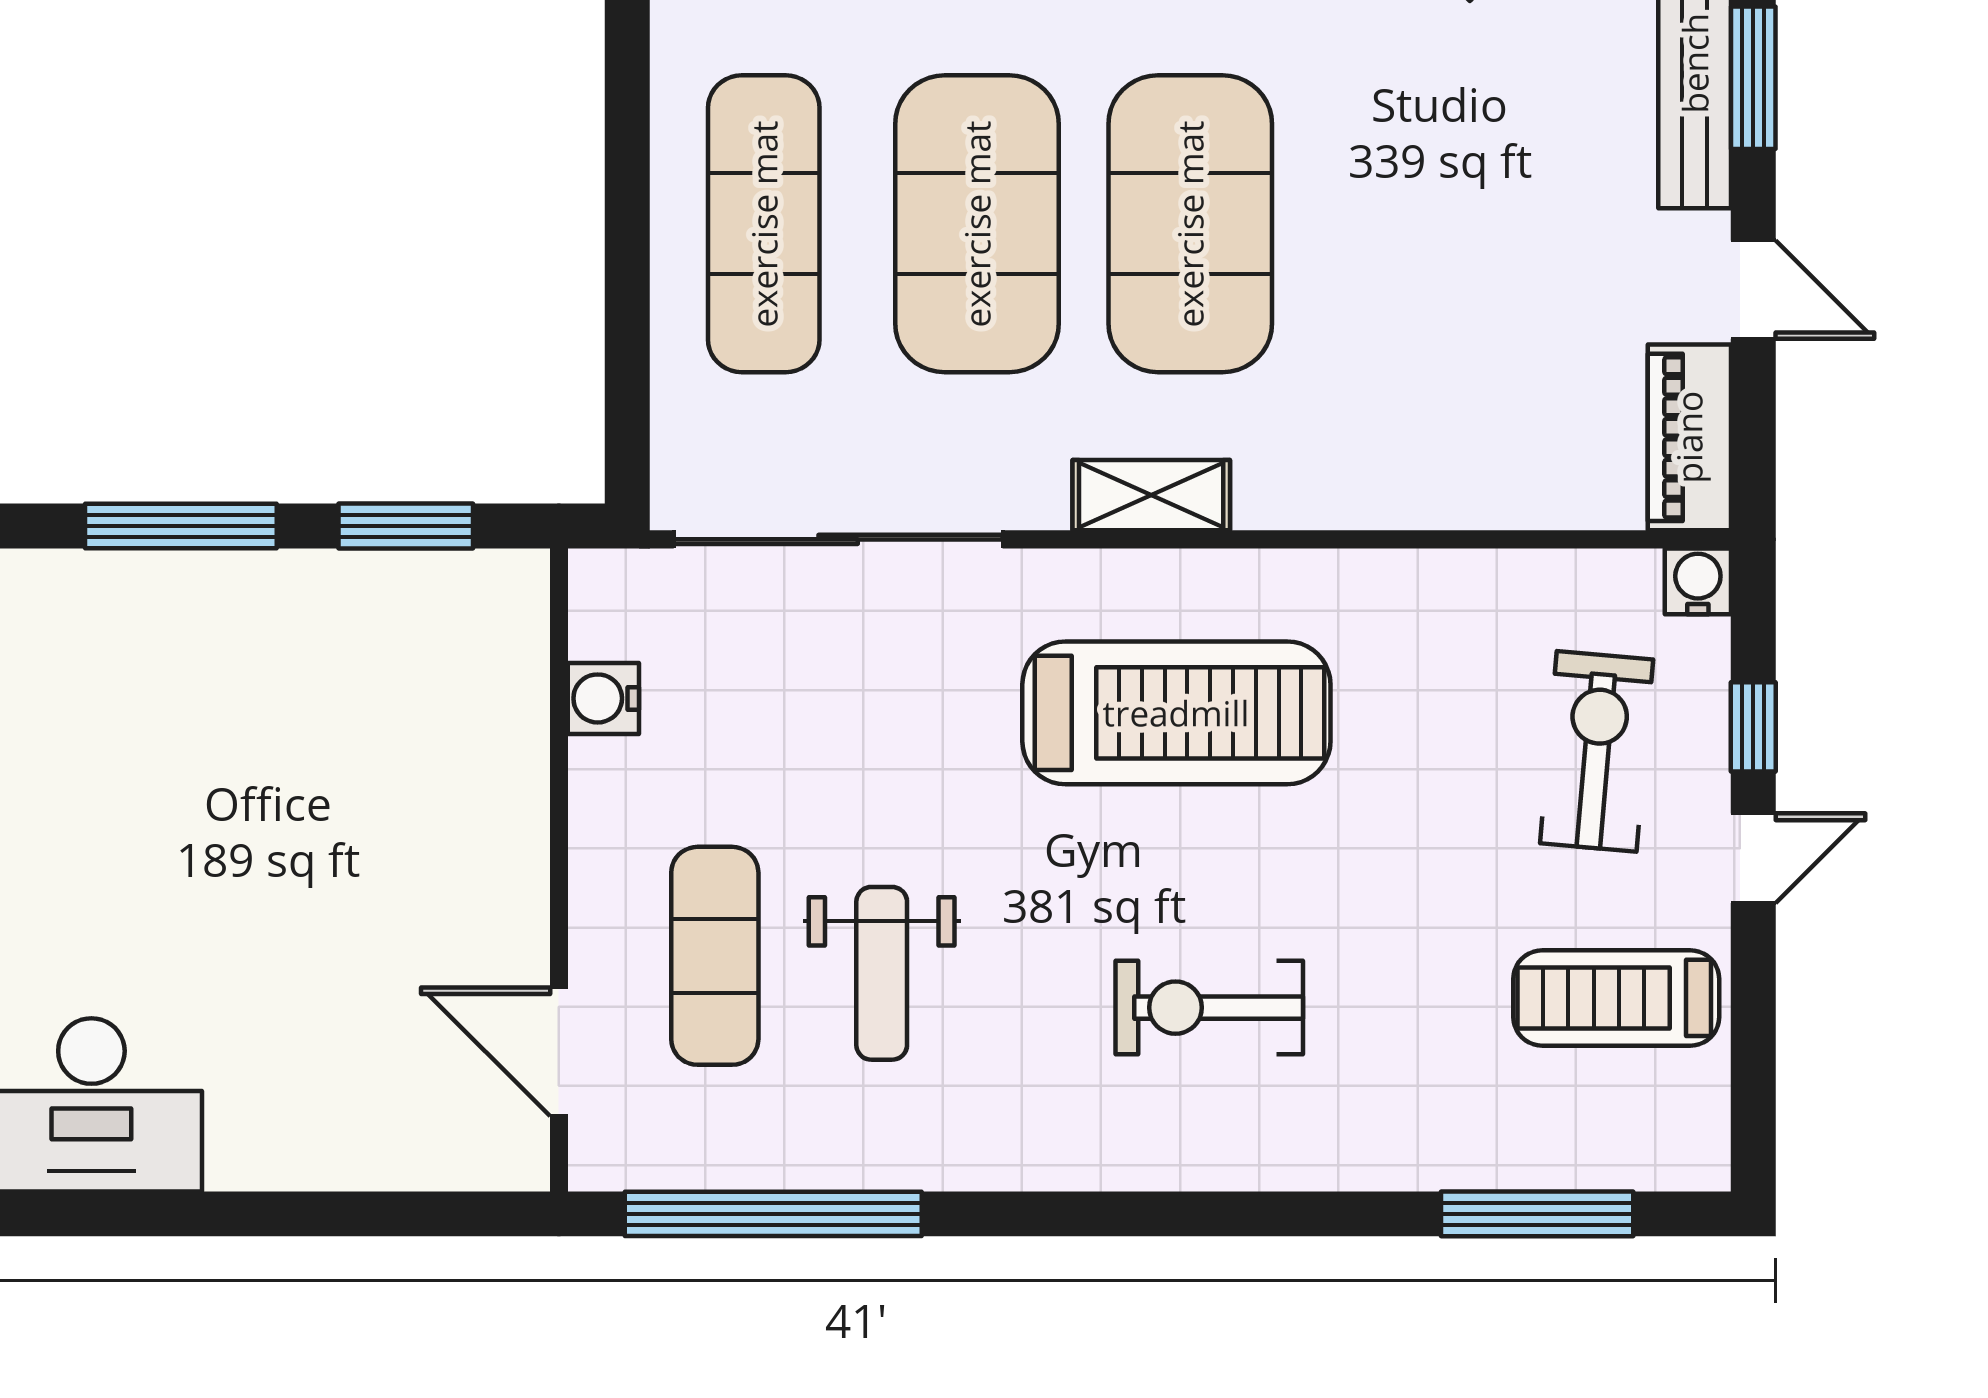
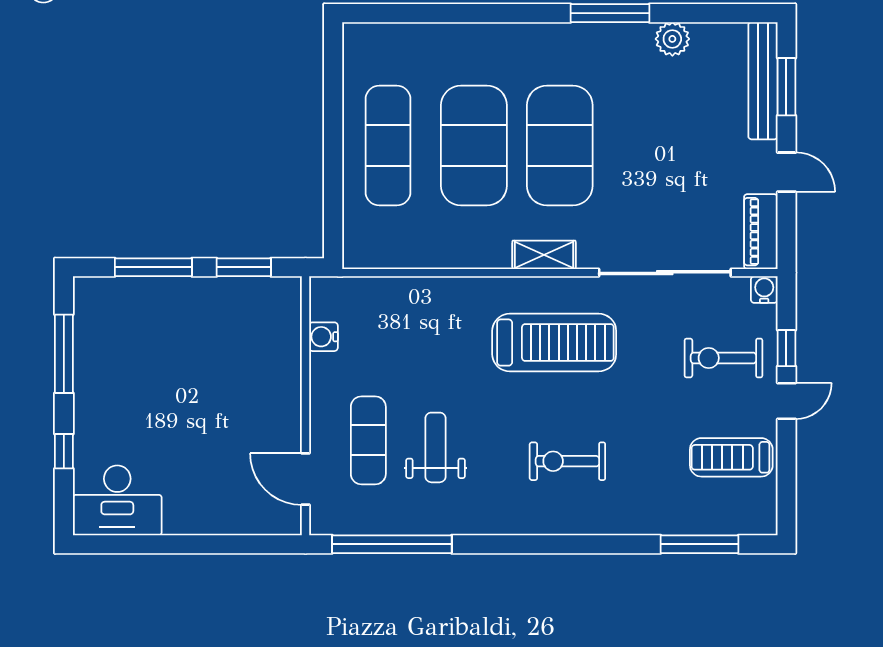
sliding door: (838, 539) -> (665, 273), moved
exercise bike: (1597, 751) -> (723, 358), turned -95
weight bench: (882, 973) -> (436, 447), turned 180

